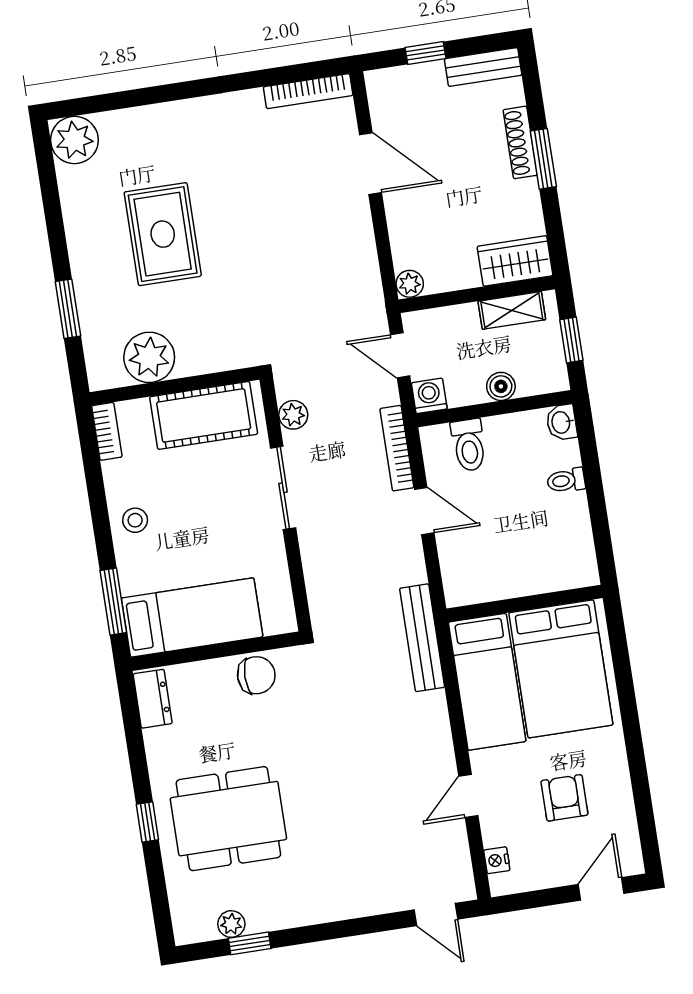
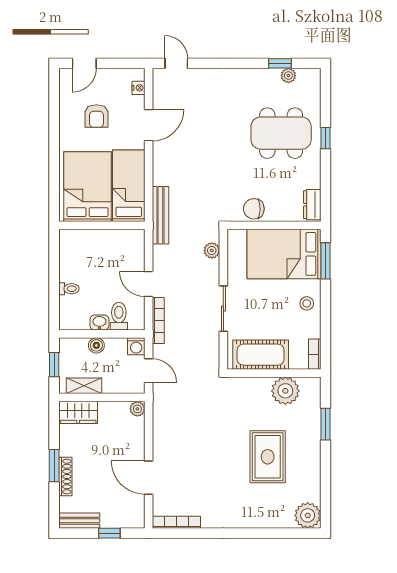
plant: (293, 415) -> (212, 250), moved
washbasin: (562, 422) -> (99, 323), moved, turned -90
bed: (192, 617) -> (284, 254), width x1.50
door: (468, 796) -> (149, 125), width x1.37

